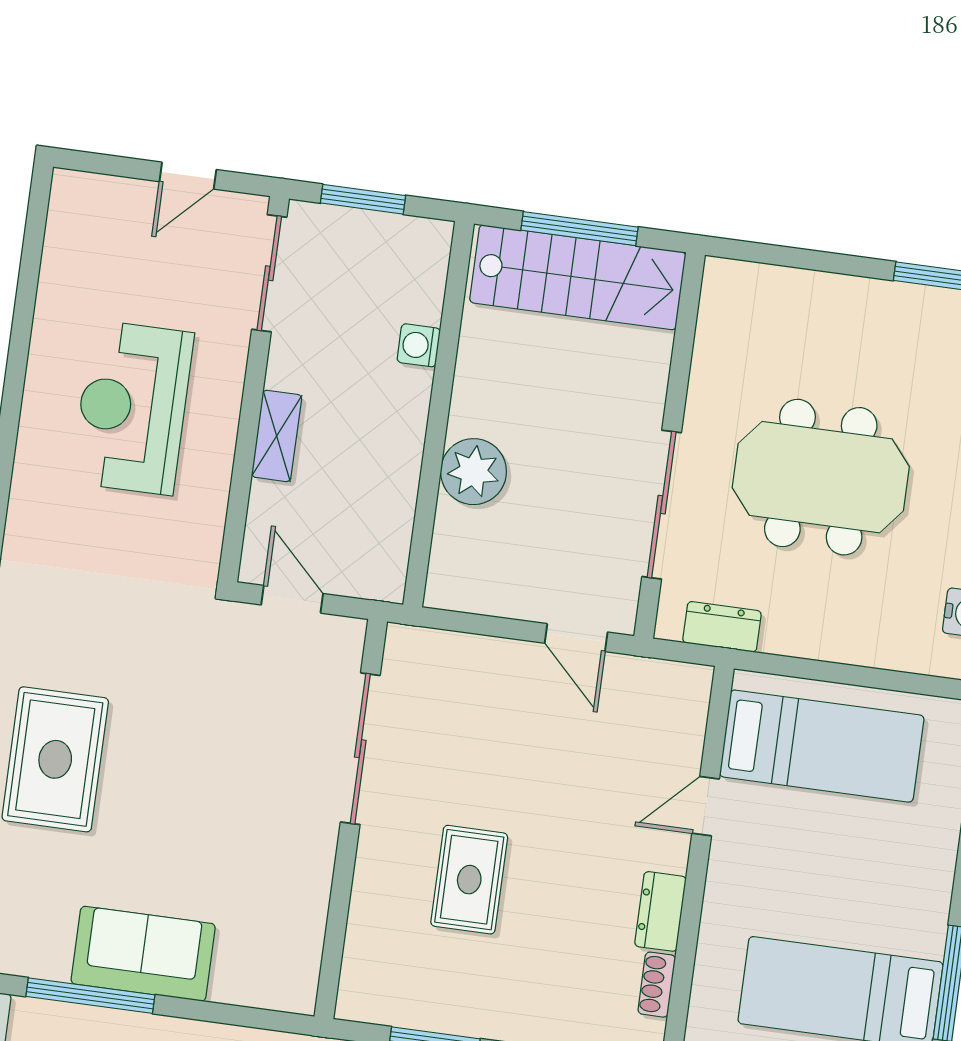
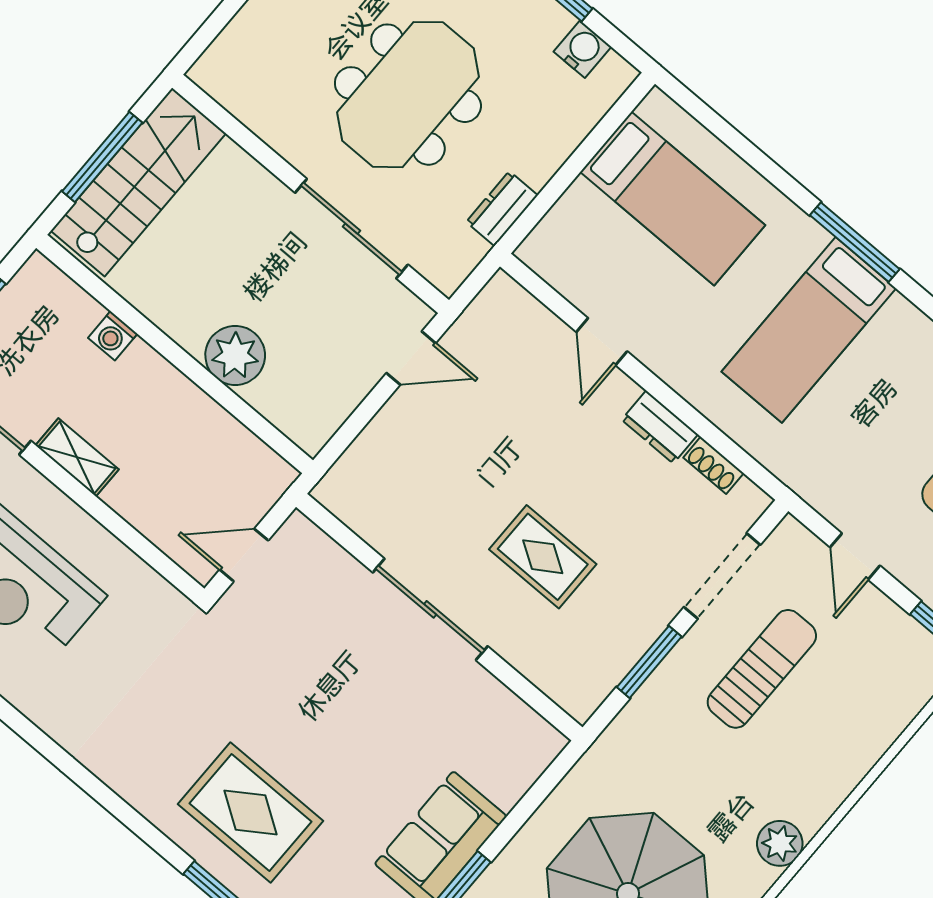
shelving: (277, 436) -> (77, 457), moved
dresser: (722, 627) -> (502, 209), moved
bed: (822, 746) -> (673, 199), moved, turned 90
sliding door: (360, 749) -> (430, 609), moved

